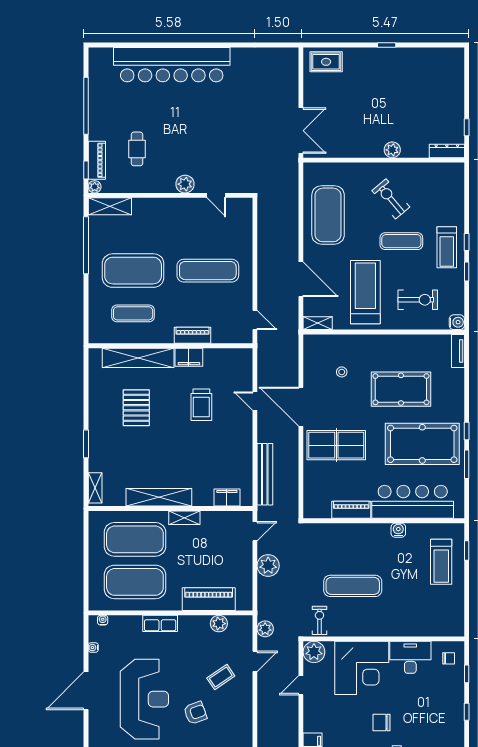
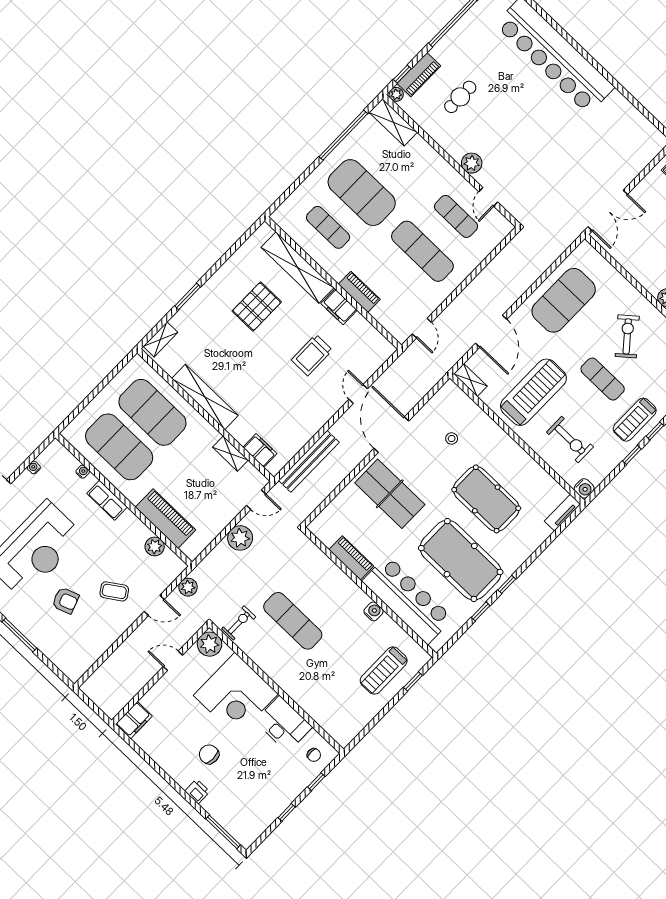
exercise mat: (208, 228) -> (456, 216), added
window: (467, 464) -> (481, 611), width x0.67
shelving: (184, 518) -> (230, 454), moved
water cooler: (103, 620) -> (83, 472), moved

